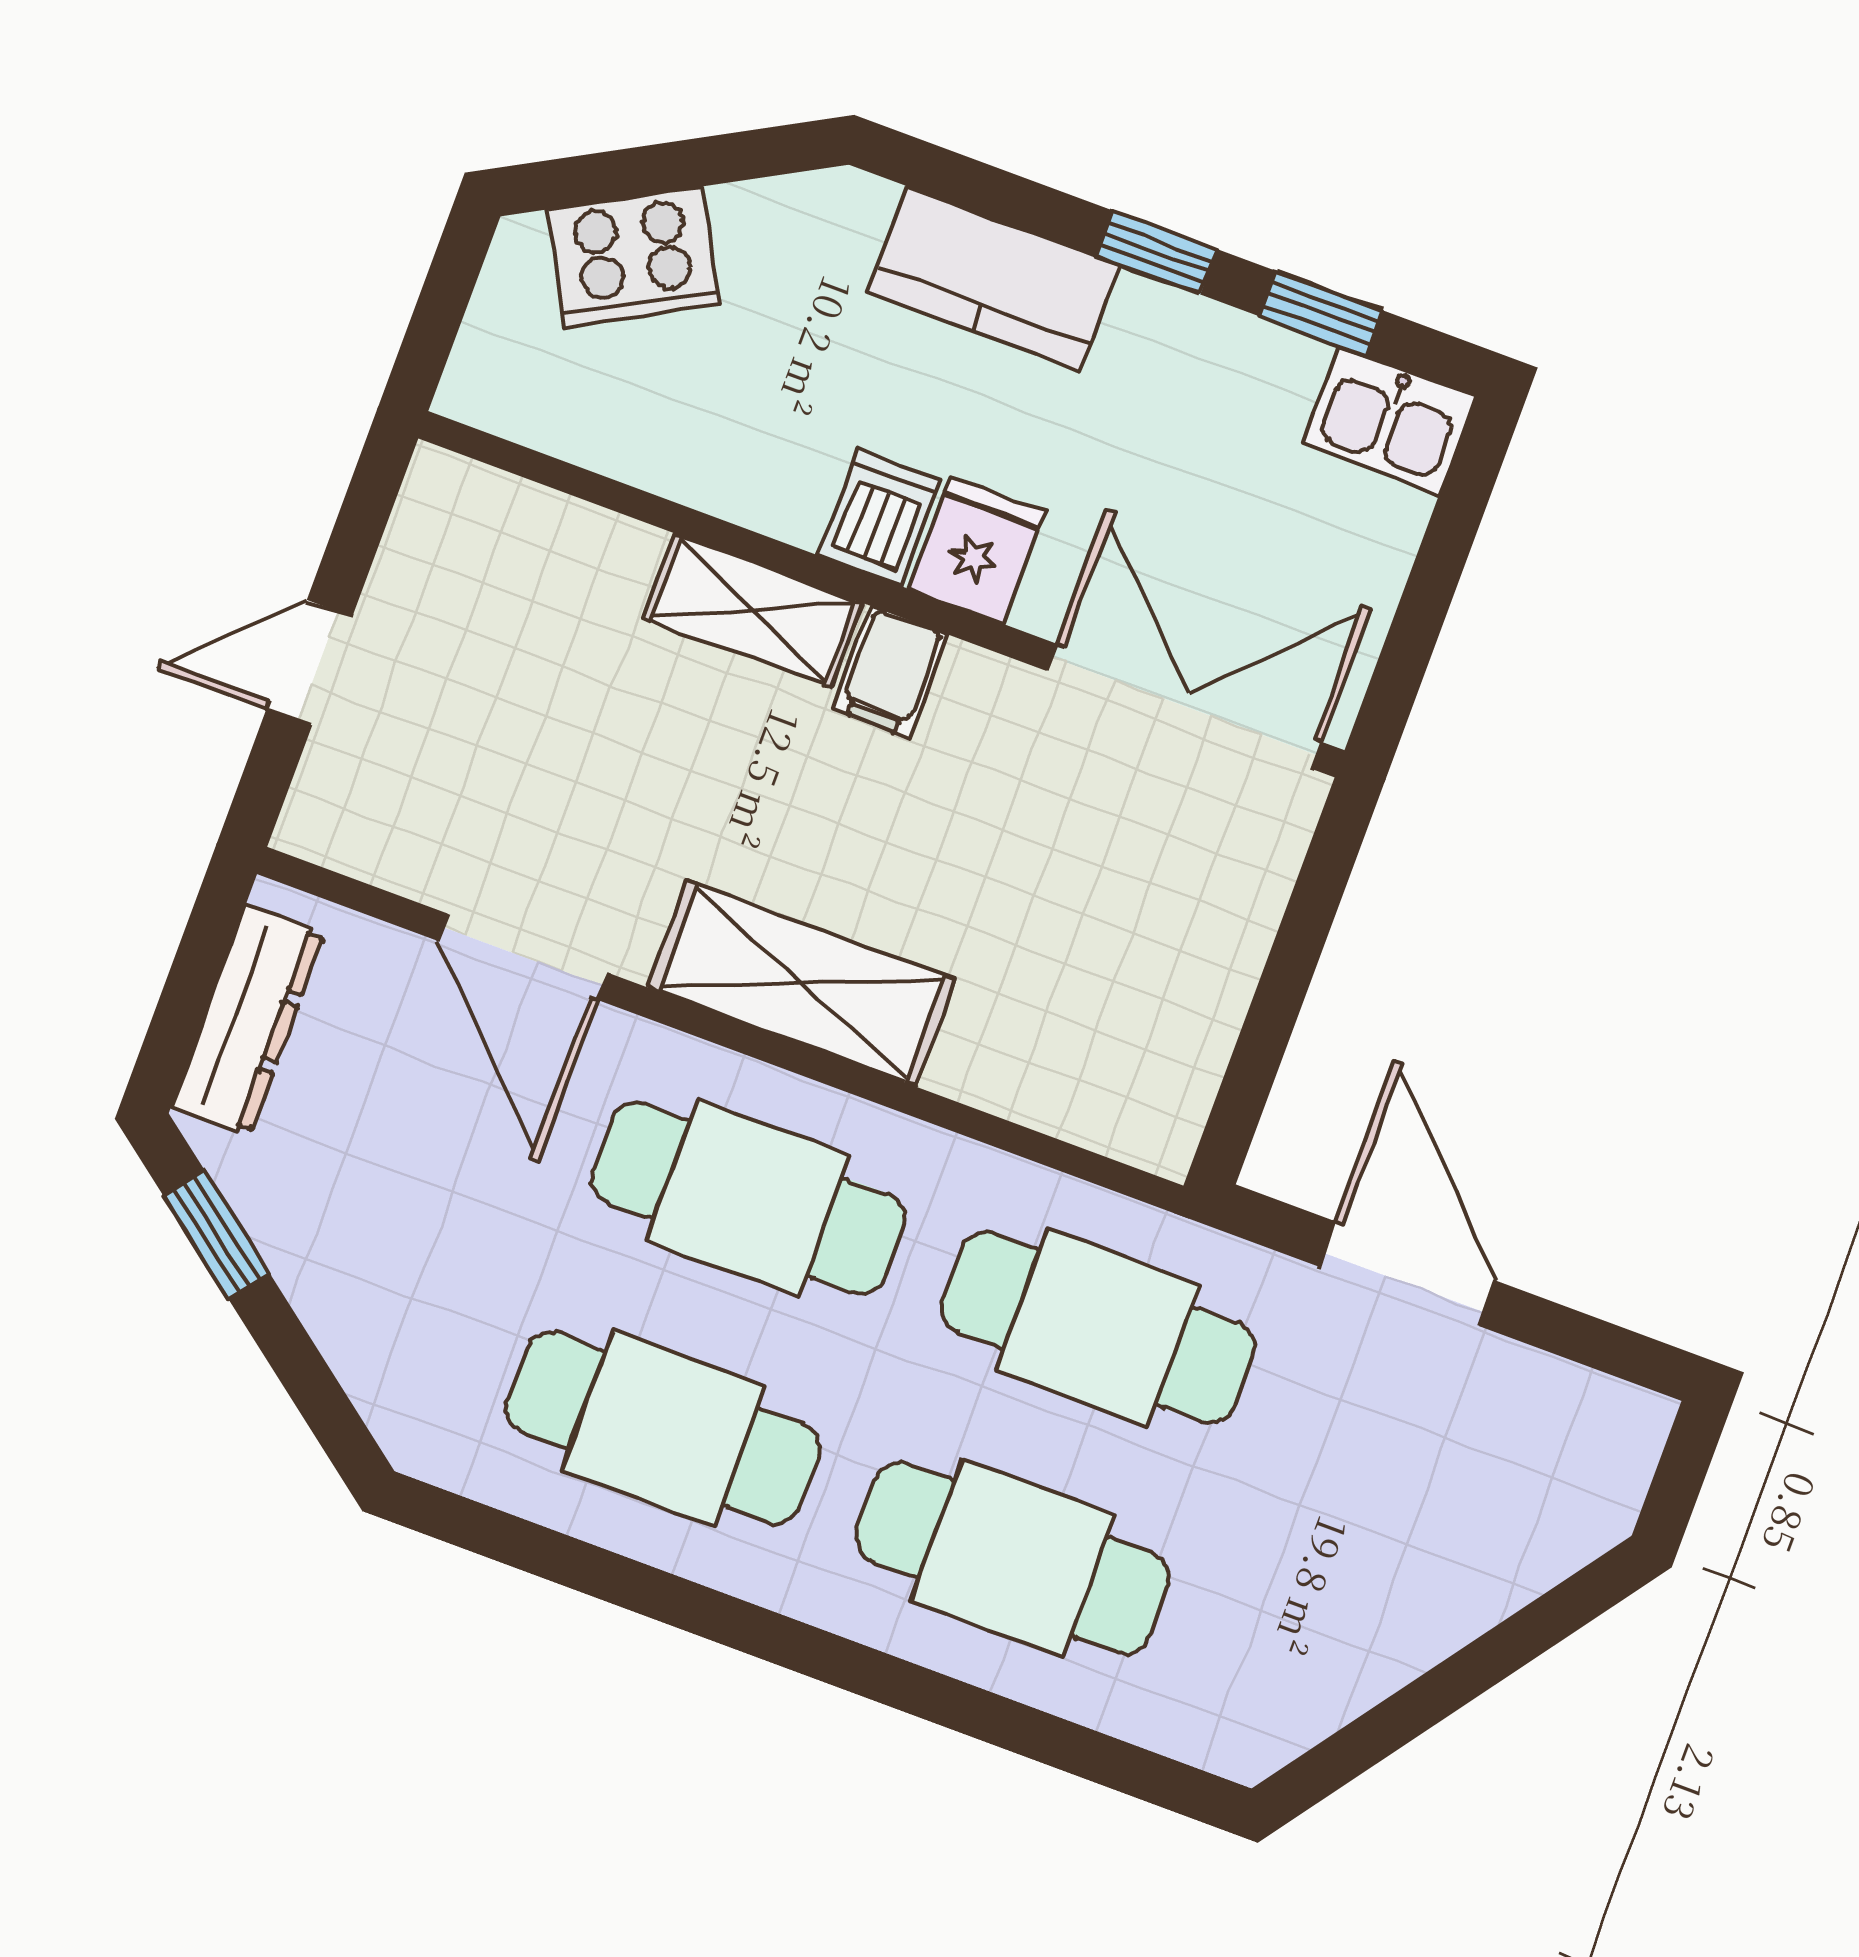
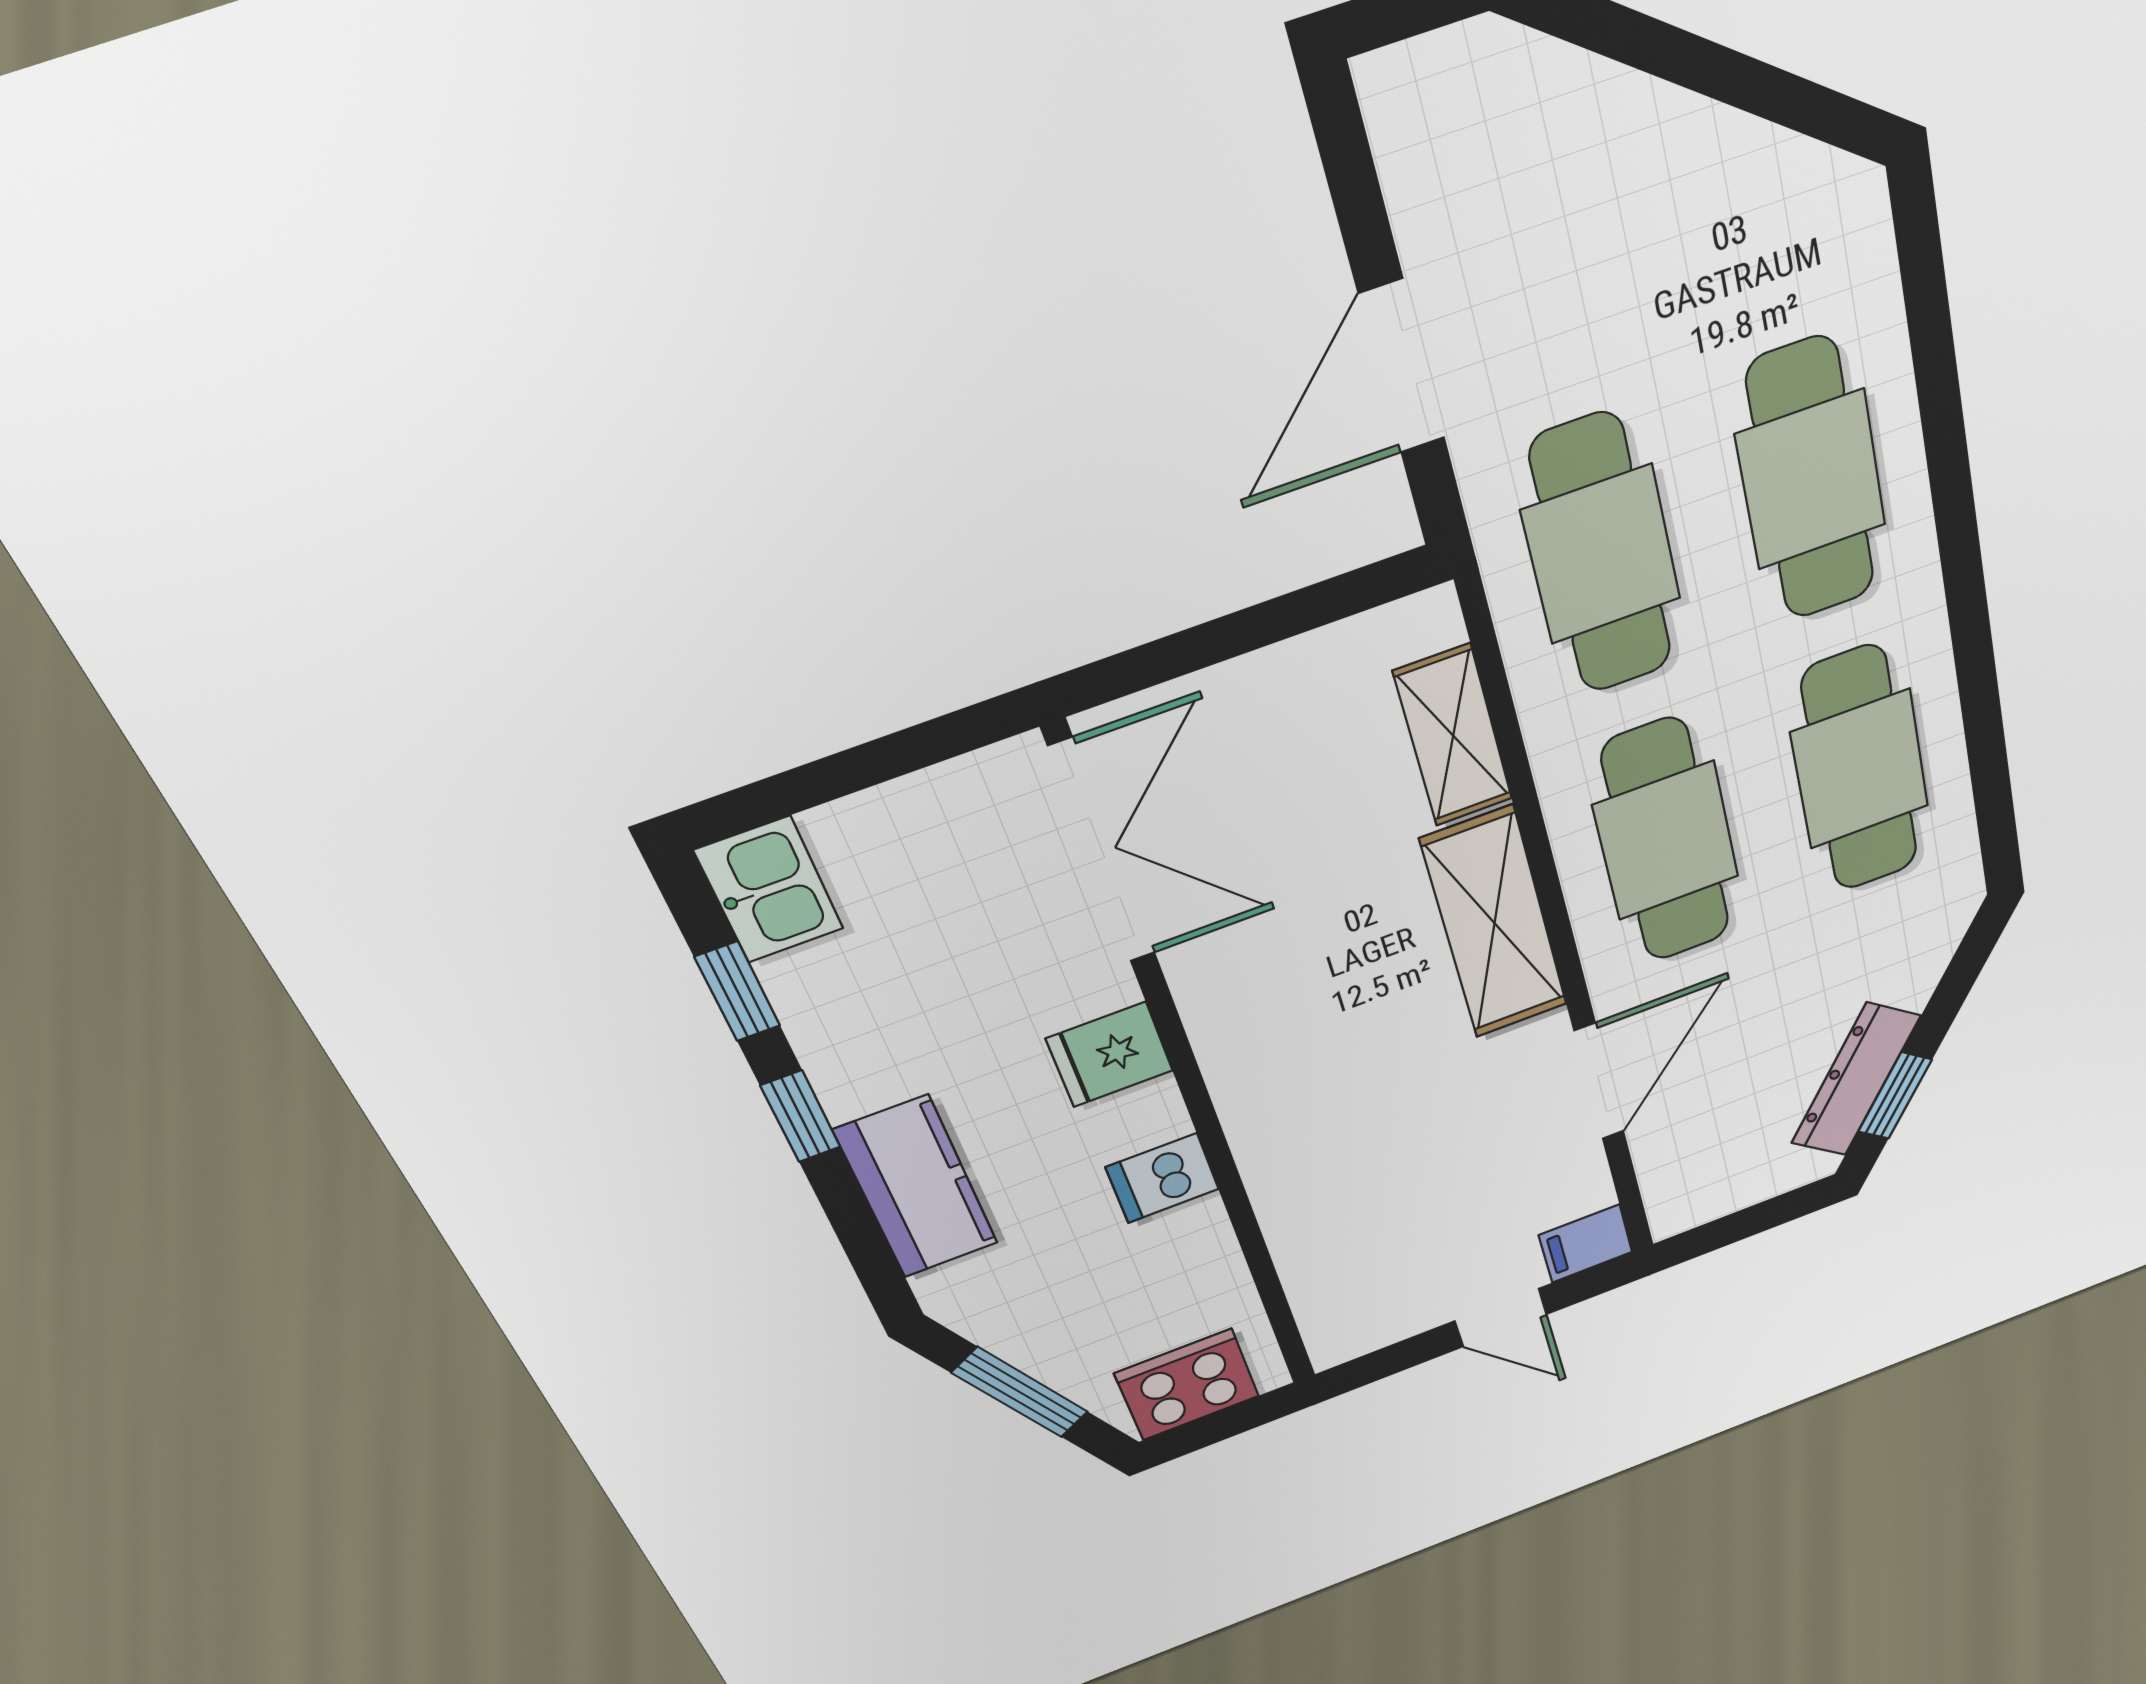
window: (673, 166) -> (1020, 1392), added
cooker: (634, 257) -> (1187, 1385), moved, turned -61
dishwasher: (880, 517) -> (1162, 1178), moved
shelving: (753, 611) -> (1453, 736), moved
filing cabinet: (890, 672) -> (1586, 1244), moved, turned 180
double door: (1184, 706) -> (1102, 852), swing flipped
dresser: (248, 1020) -> (1856, 1080), moved, turned -53

